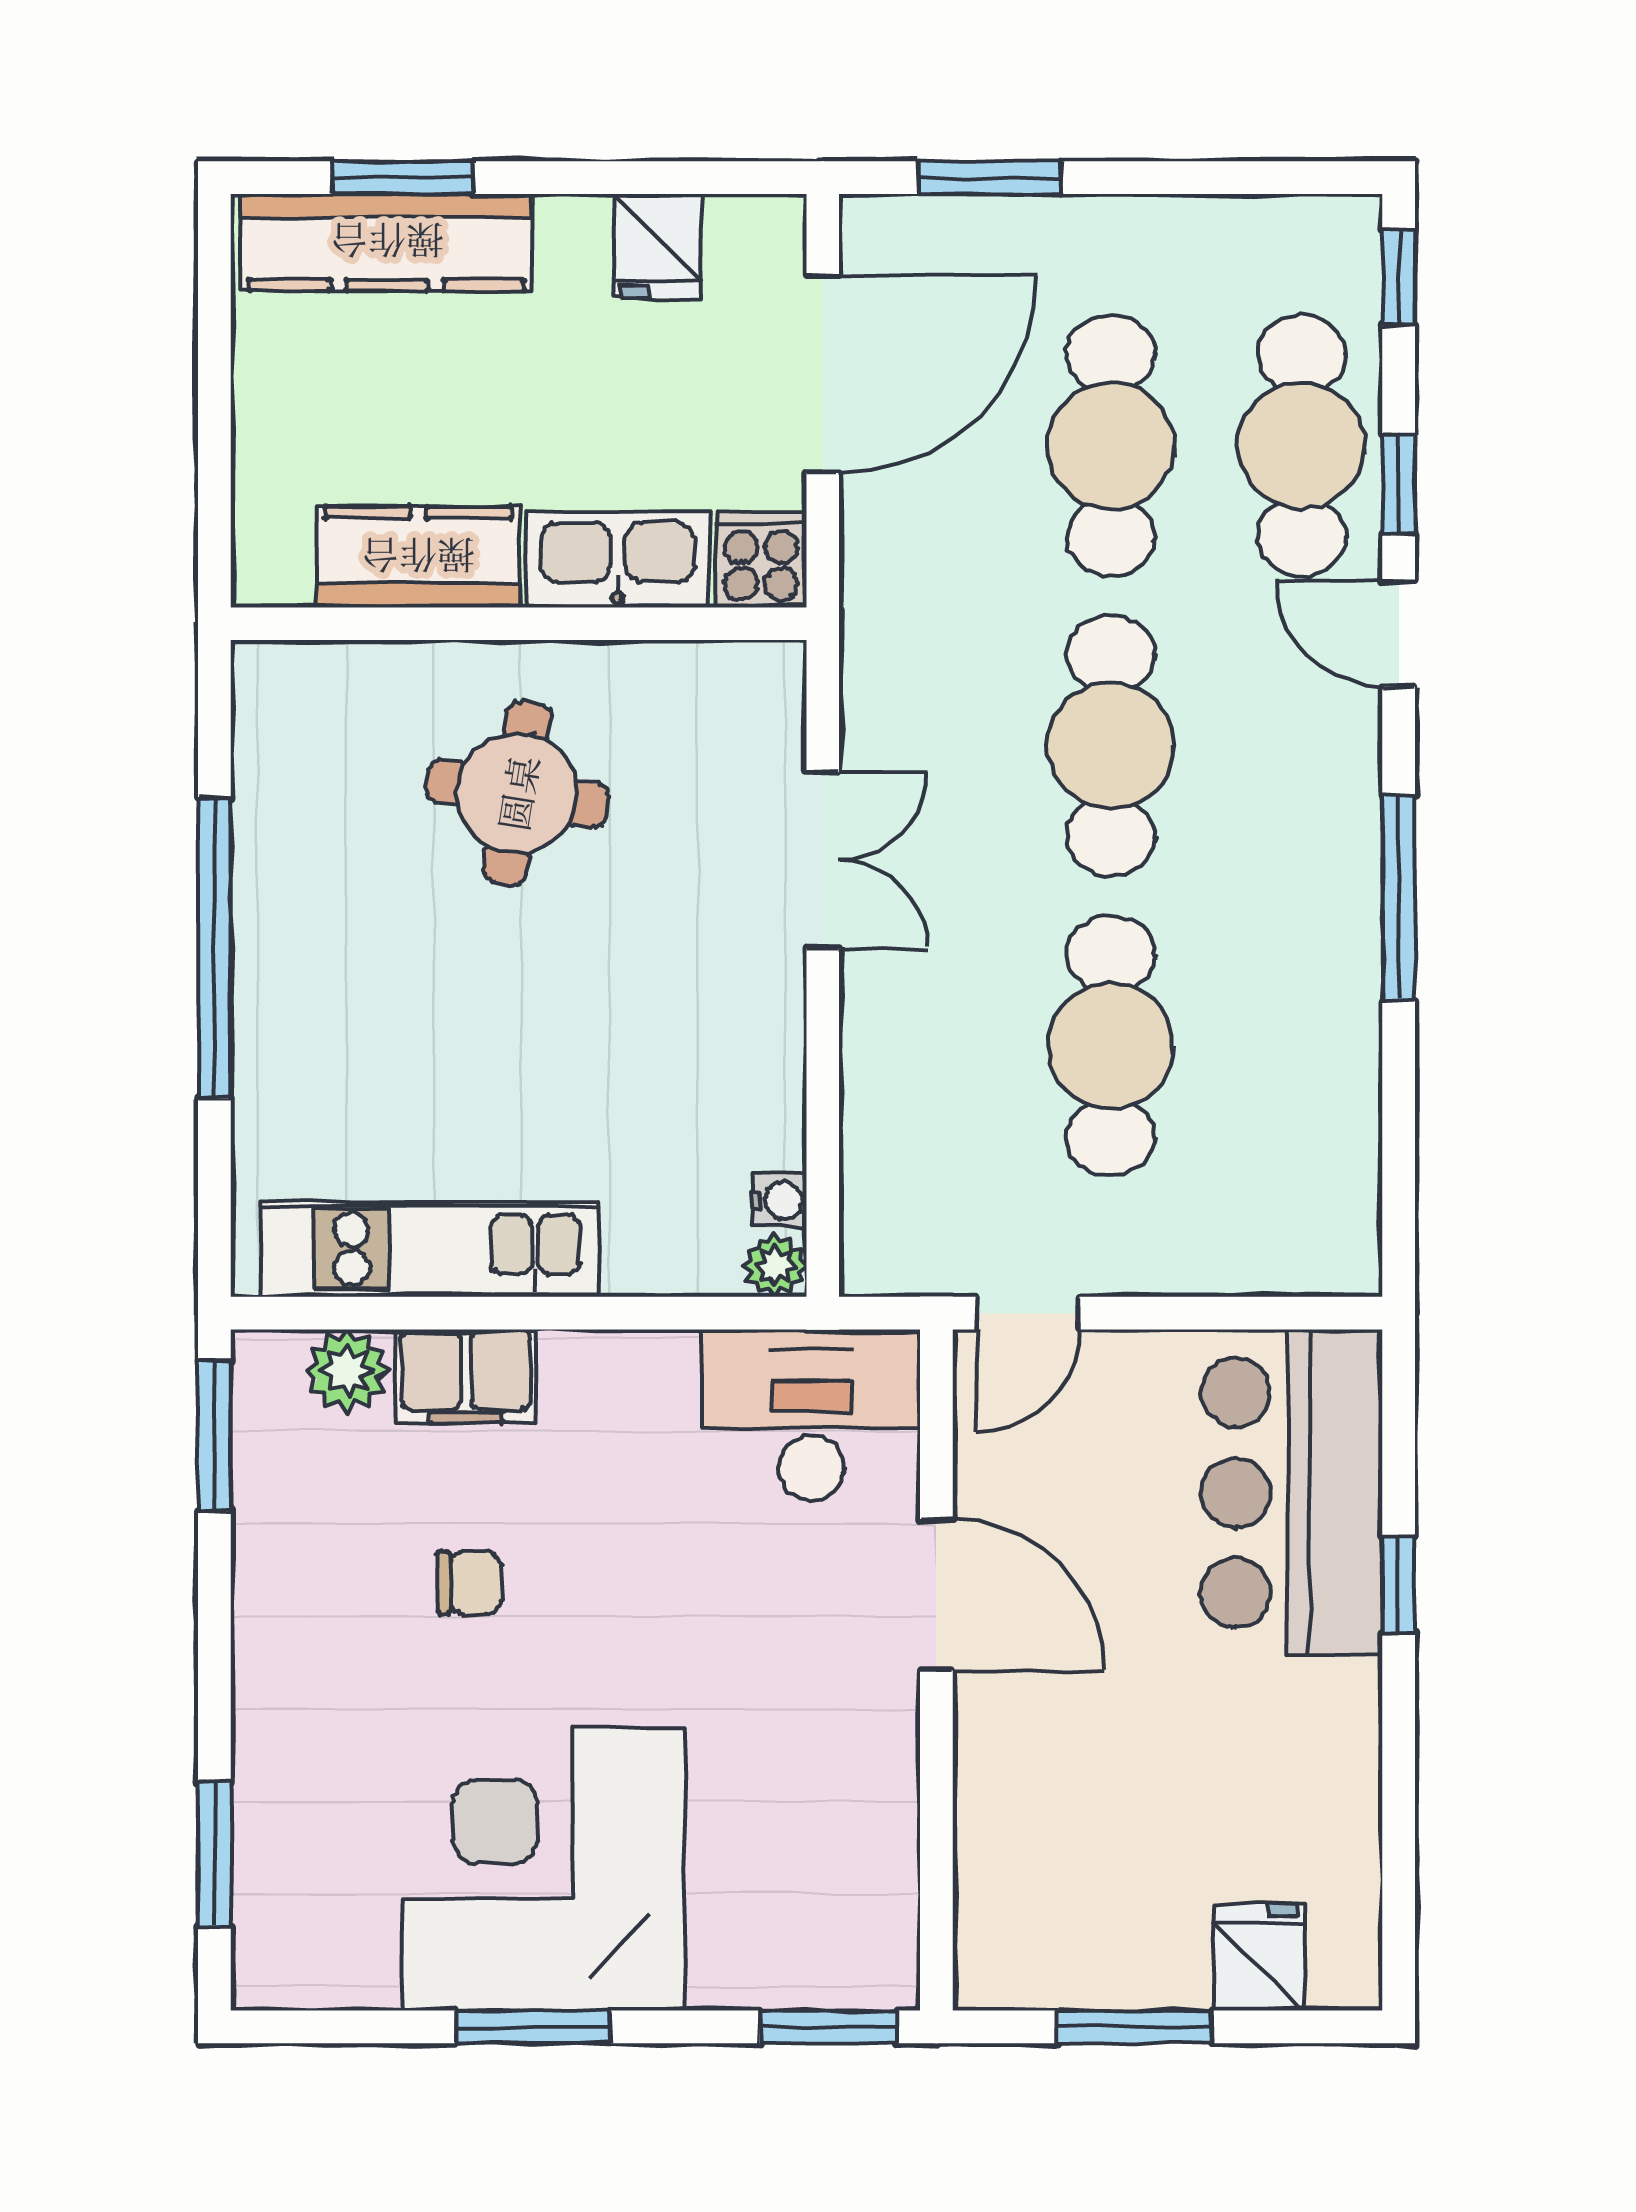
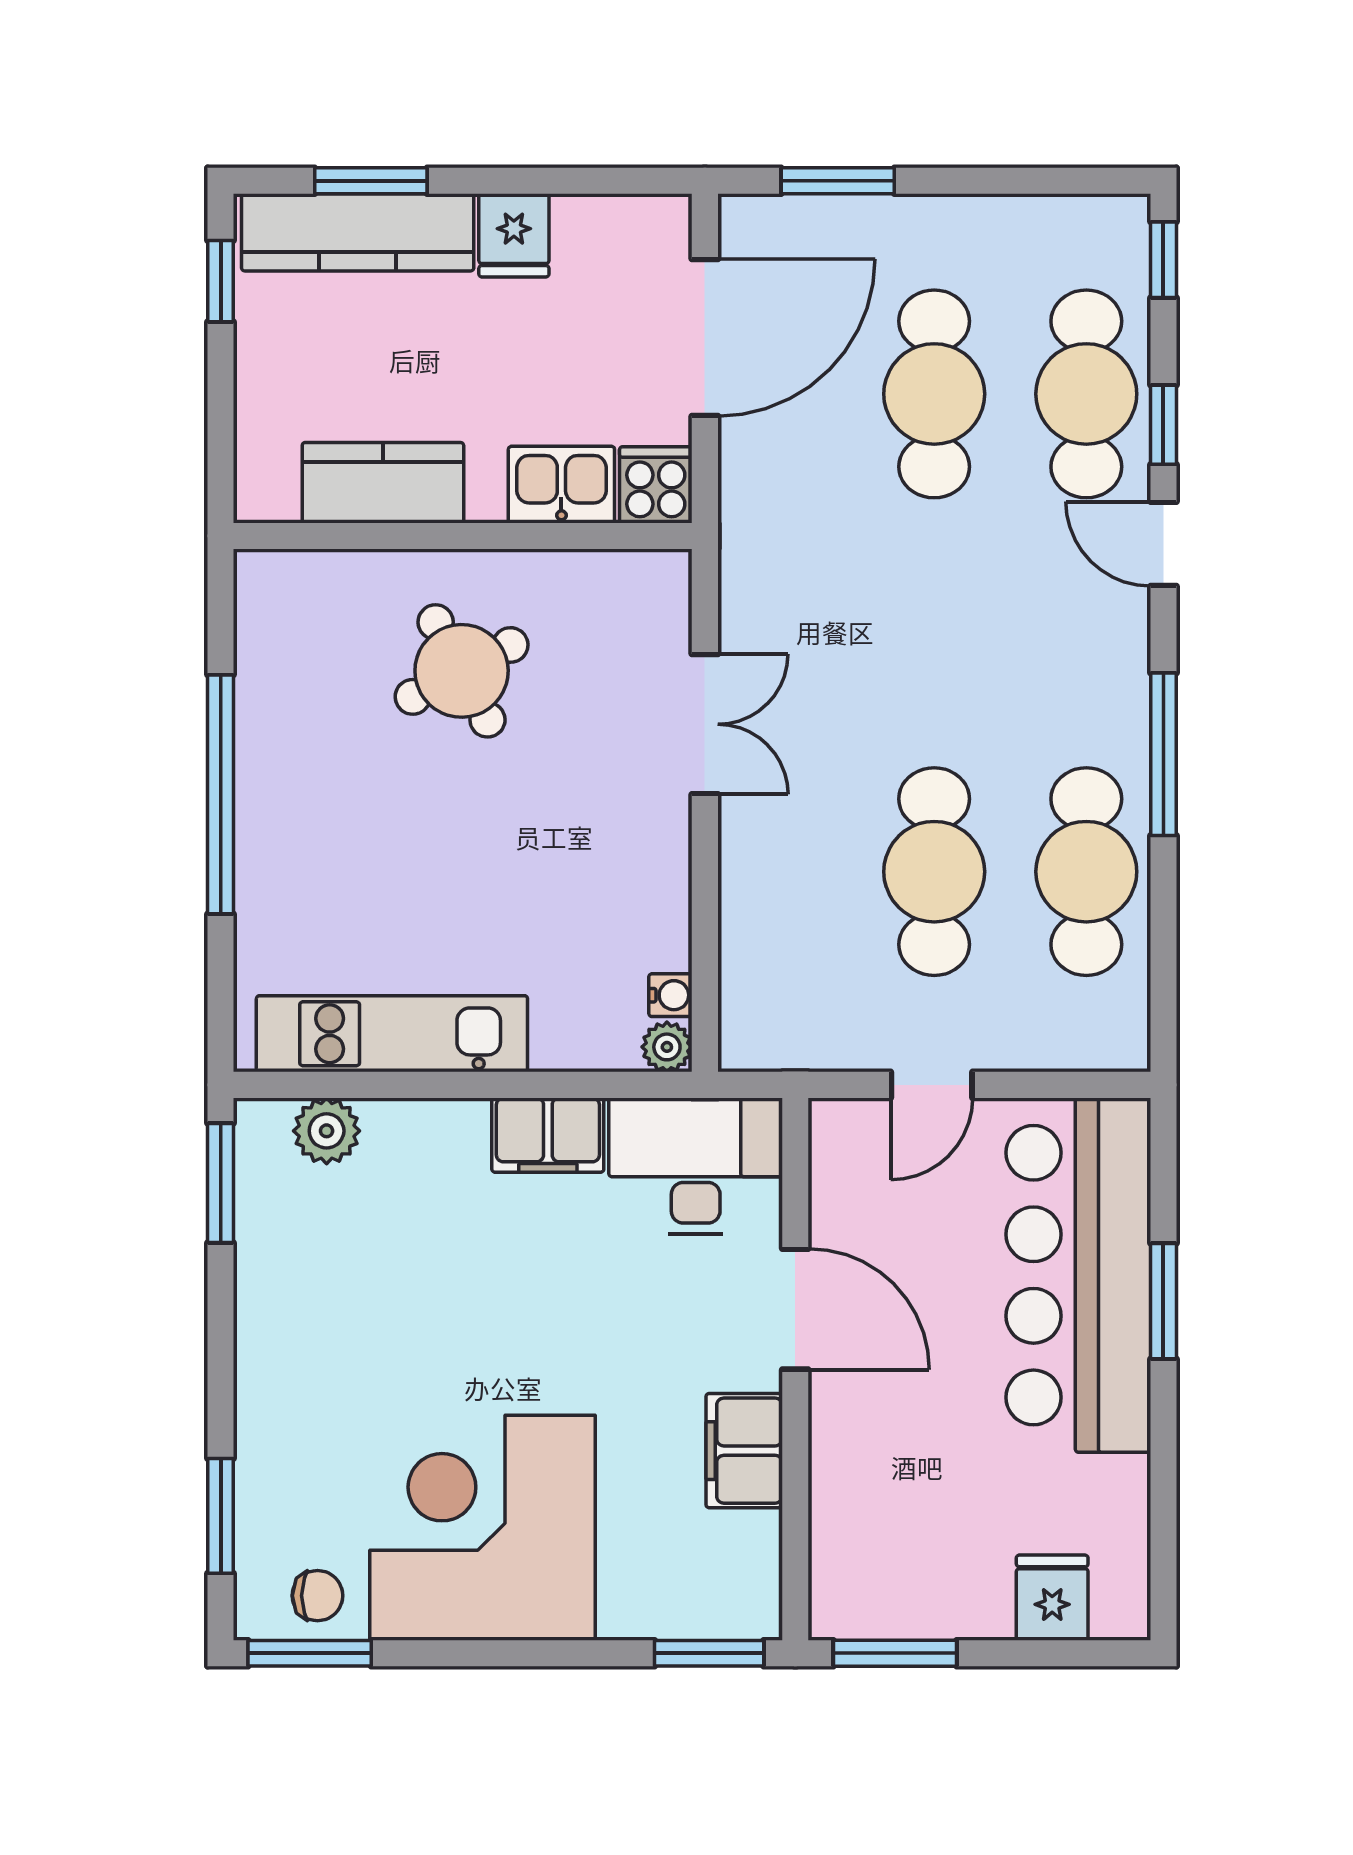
fridge: (657, 246) -> (514, 235), moved
window: (214, 304) -> (221, 281), added
kitchen sink: (618, 559) -> (561, 485), width x0.73
cafe table: (1111, 745) -> (1086, 872), moved
round table: (517, 793) -> (462, 671), turned -37
door: (1028, 1313) -> (932, 1085), moved
filing cabinet: (466, 1376) -> (548, 1135), moved
bar counter: (1292, 1493) -> (1078, 1275), width x1.36
chair: (469, 1583) -> (318, 1596), moved
window: (1399, 1585) -> (1163, 1301), width x1.50
filing cabinet: (872, 1773) -> (744, 1451), added
window: (533, 2027) -> (310, 1653), moved
window: (1134, 2027) -> (895, 1653), moved

